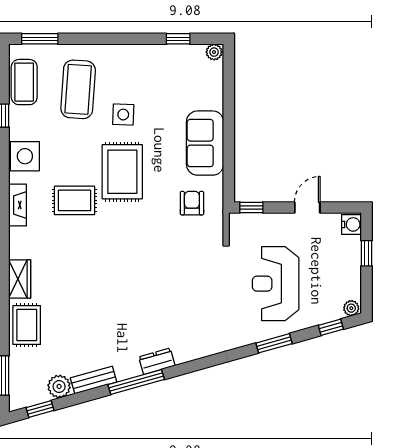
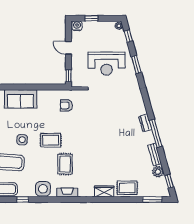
sofa: (205, 143) -> (20, 99), moved
rug: (122, 172) -> (51, 140), width x0.73, depth x0.70

